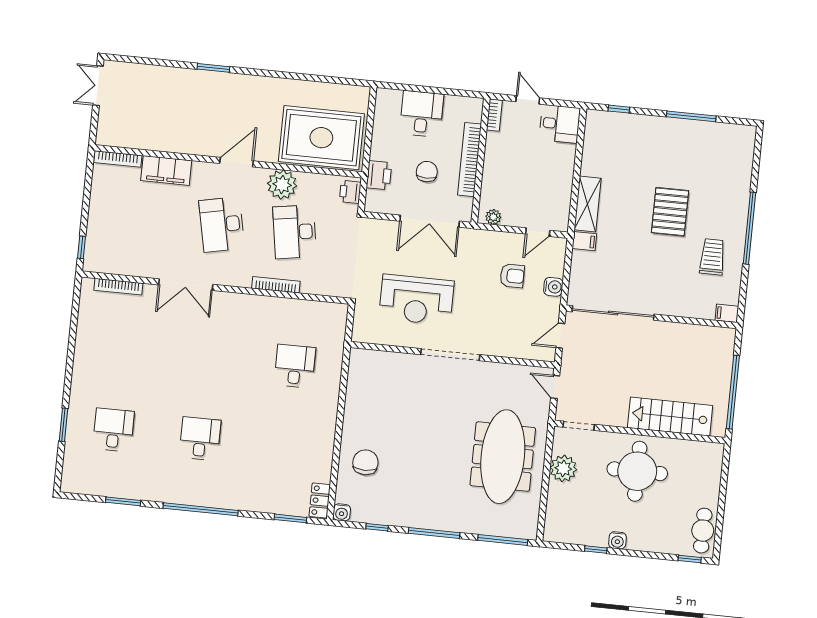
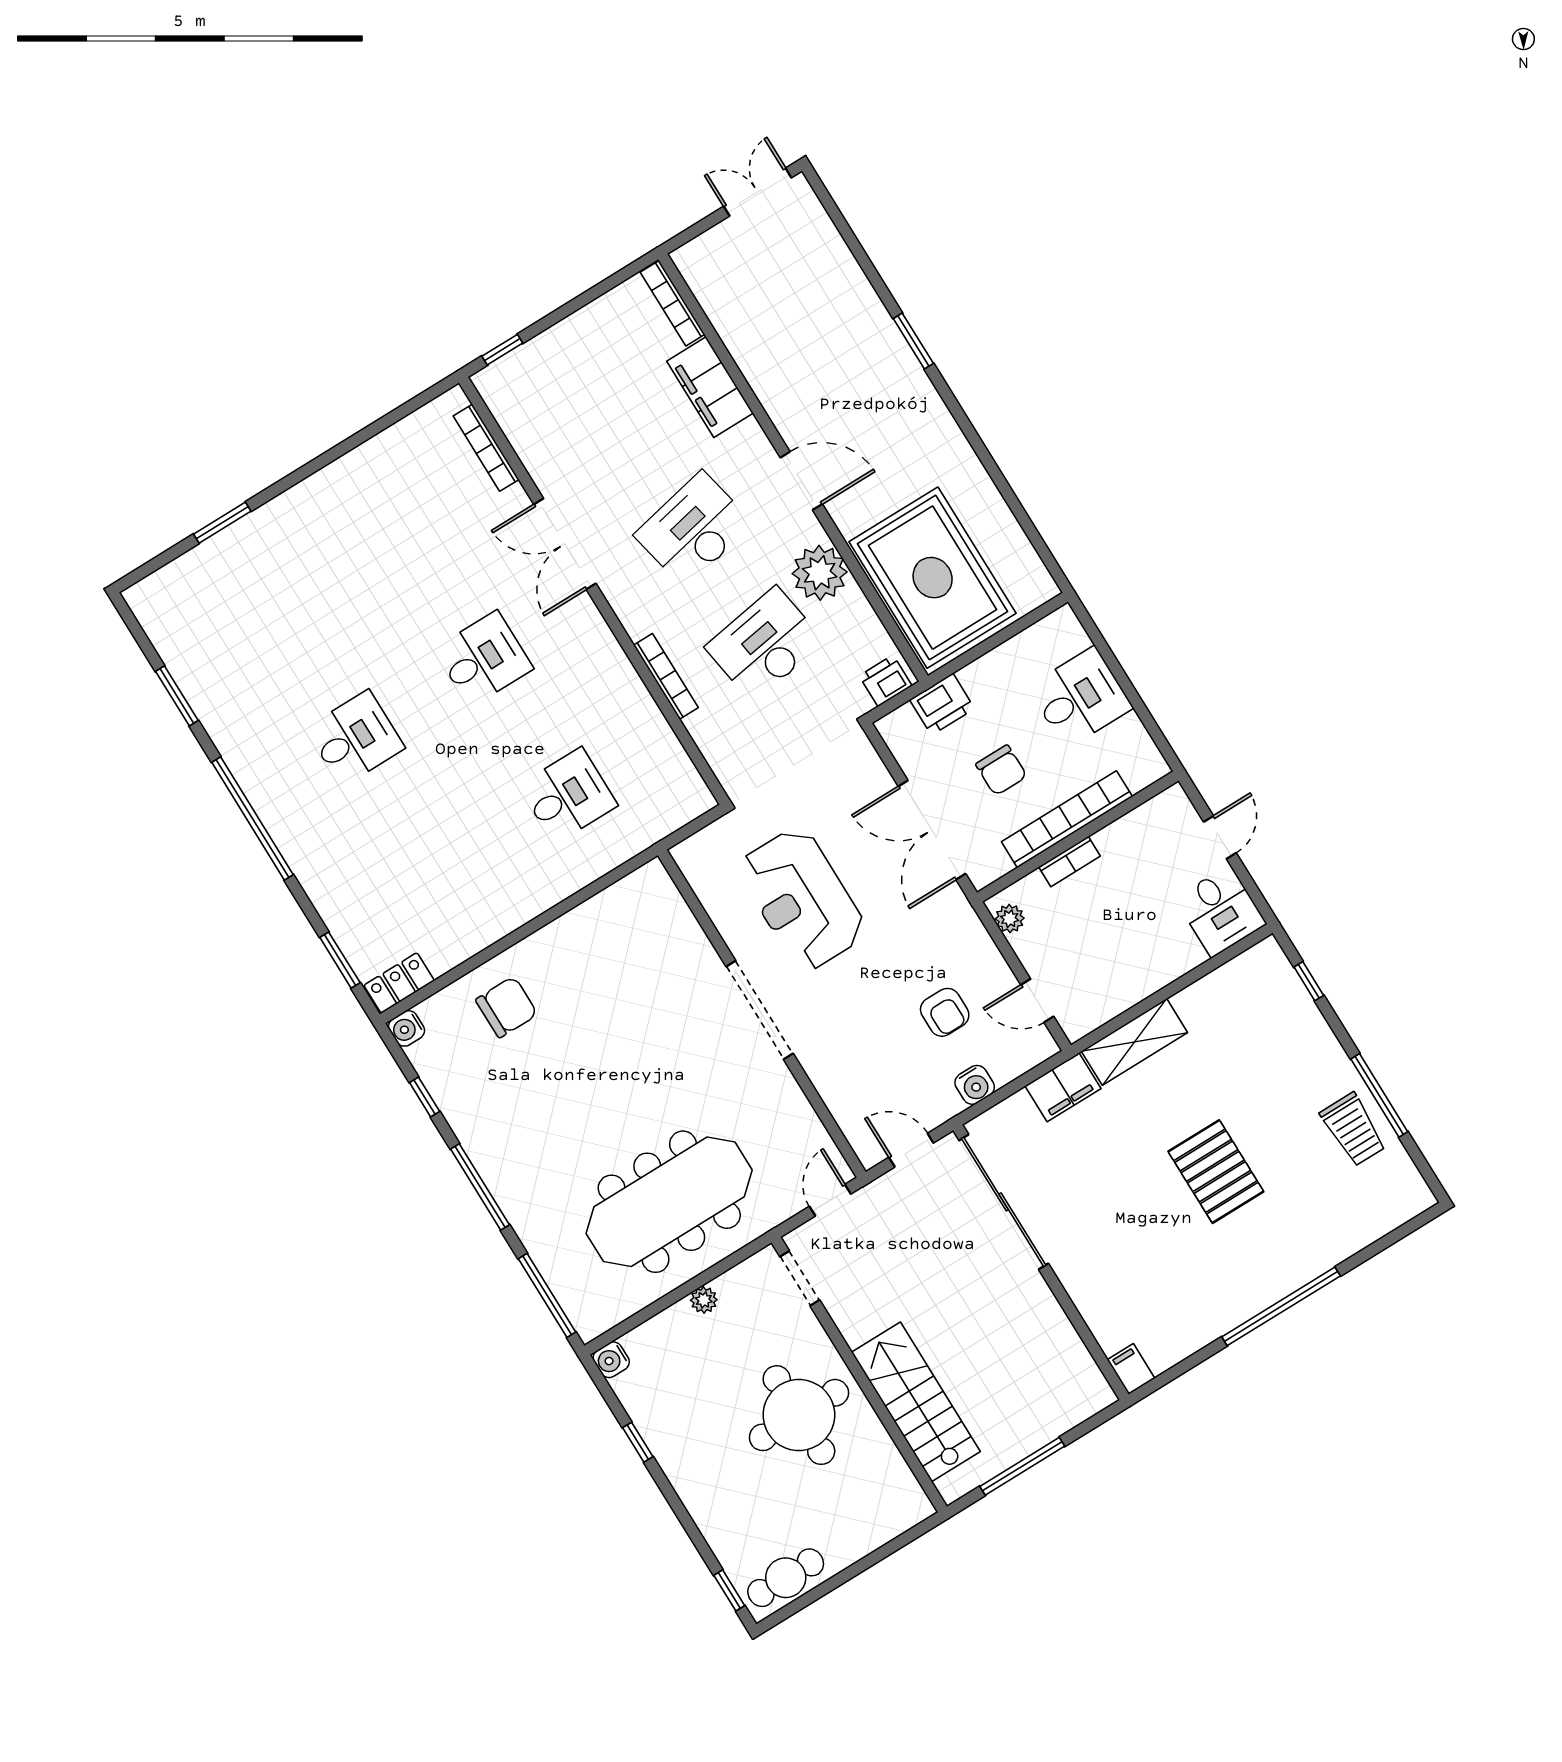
bookcase: (494, 115) -> (1069, 862), moved
chair: (427, 172) -> (1001, 770), turned 90
pallet: (670, 212) -> (1216, 1172), turned 90
filing cabinet: (584, 241) -> (1063, 1087), width x2.00
trolley: (712, 257) -> (1353, 1129), moved, turned 90
window: (733, 392) -> (1022, 1466), width x0.68
desk: (113, 430) -> (484, 659), moved
plant: (563, 468) -> (704, 1300), width x0.53, depth x0.53
water cooler: (617, 540) -> (611, 1360), moved

